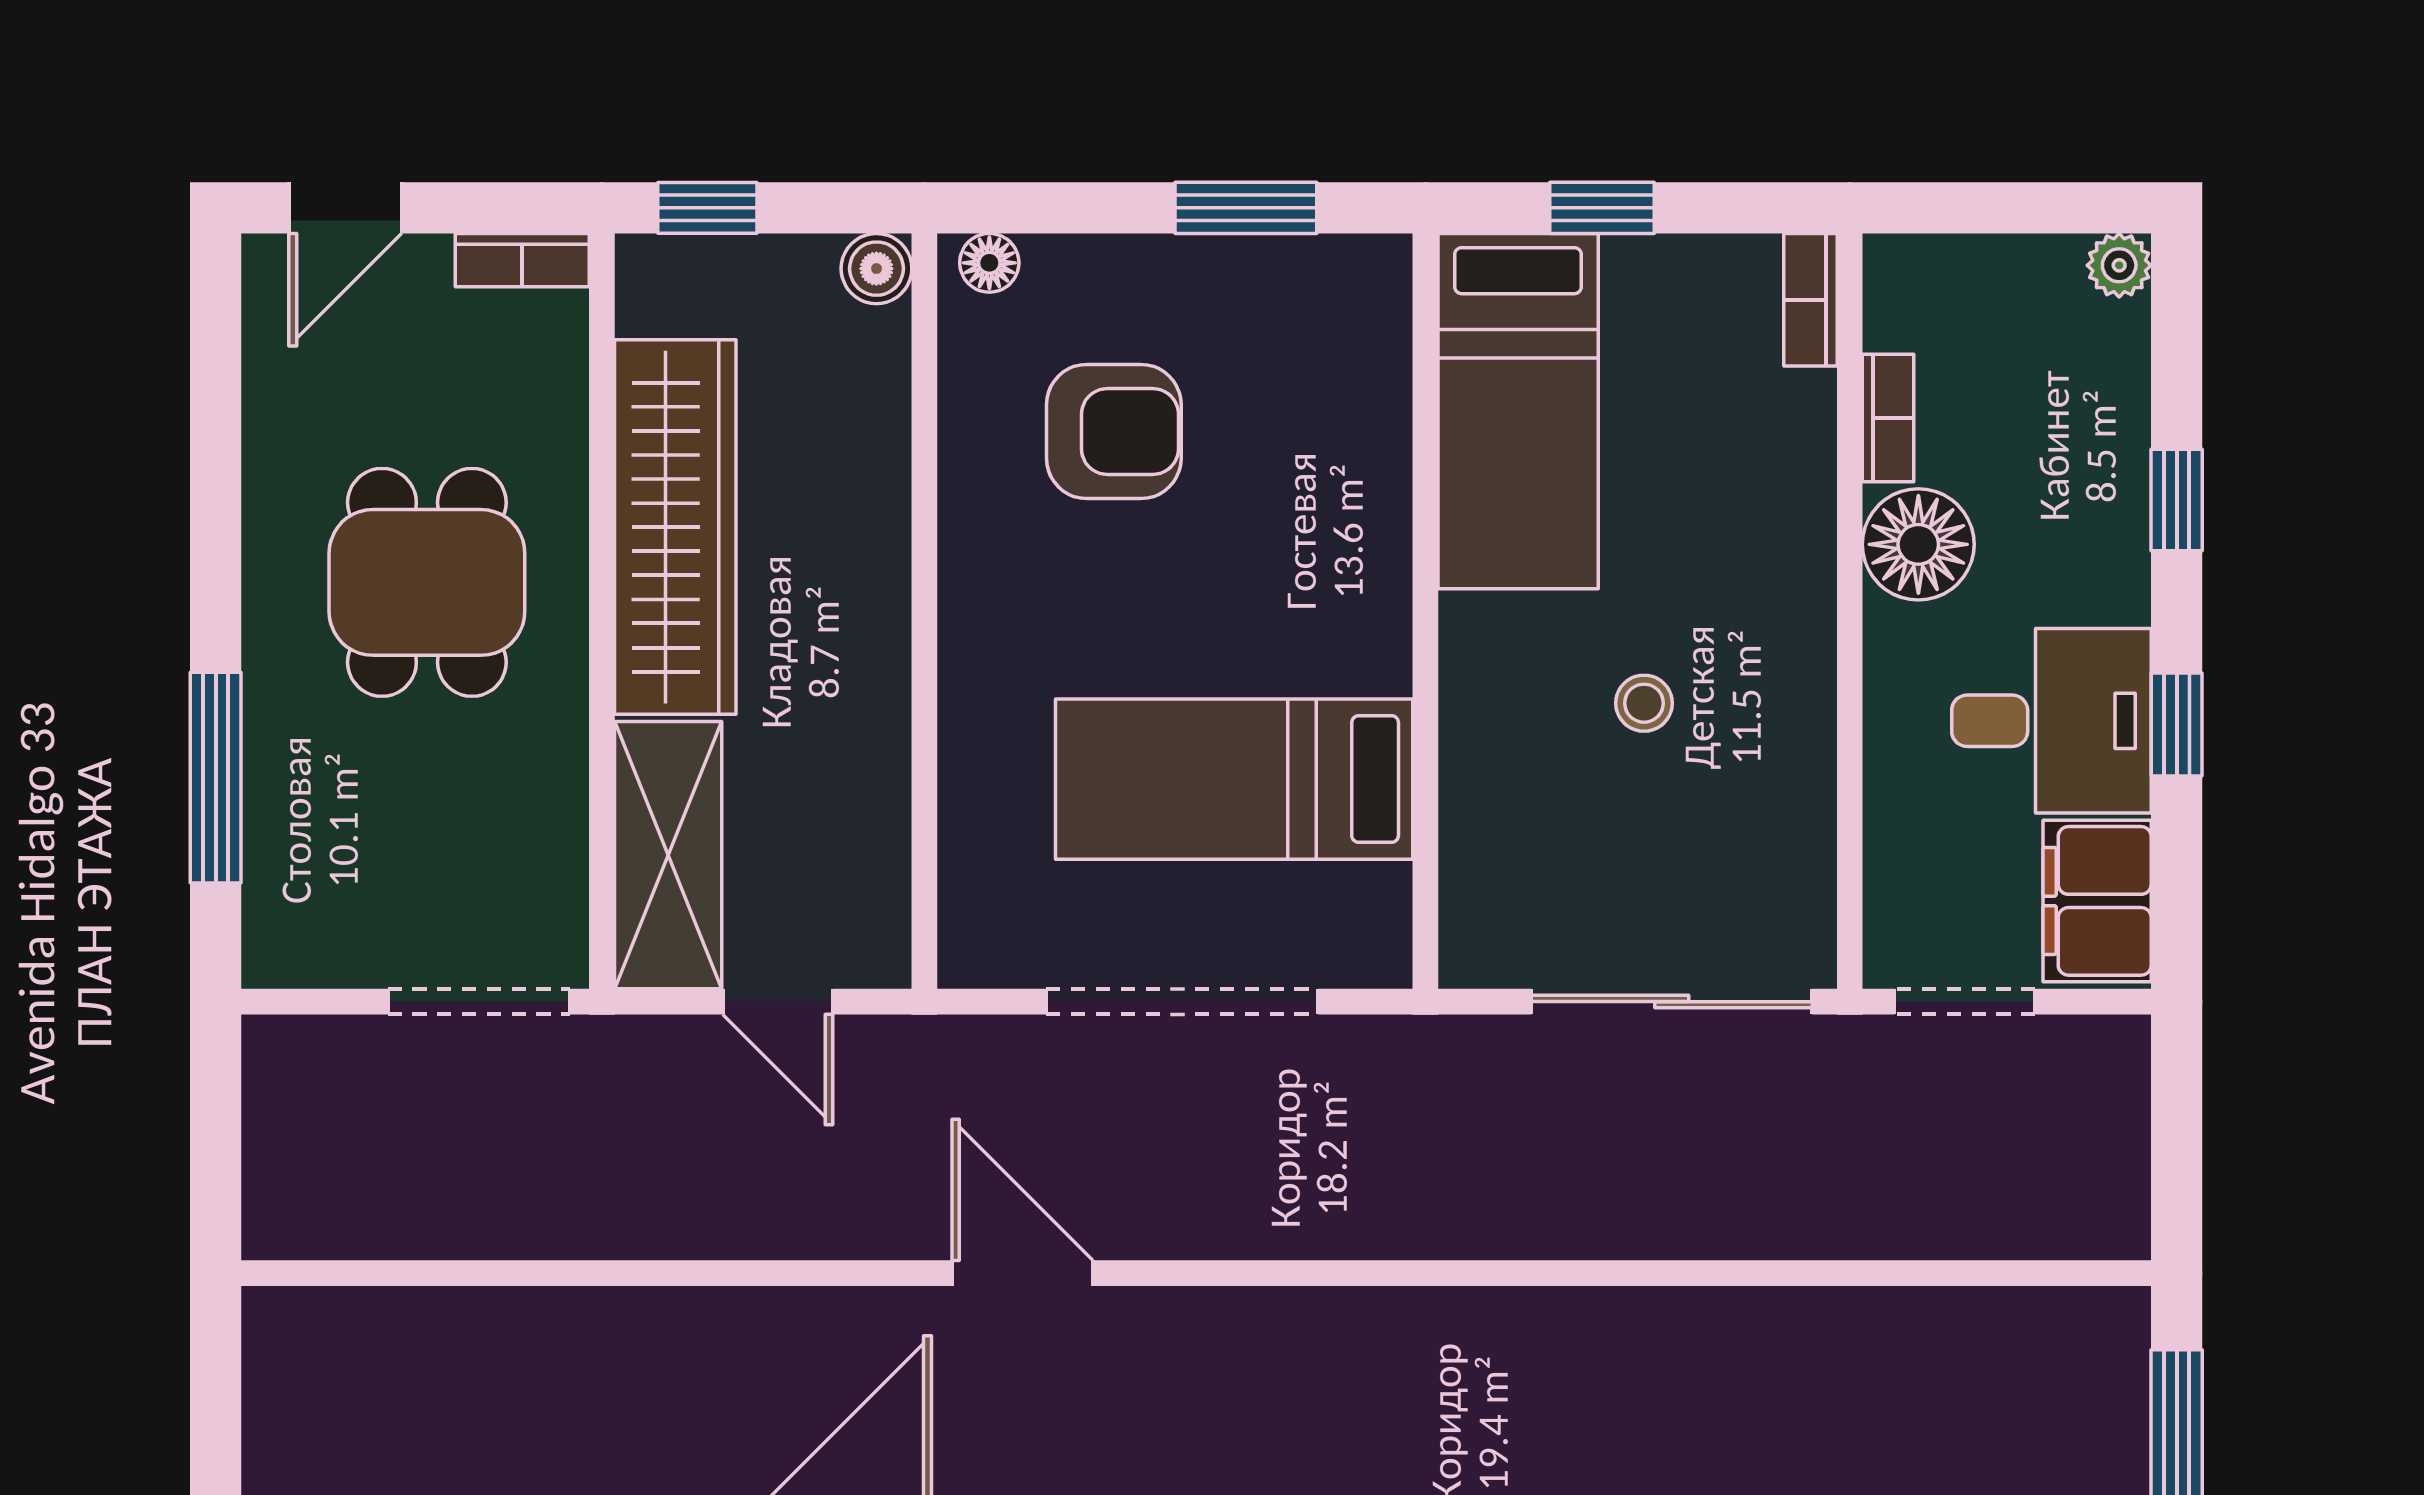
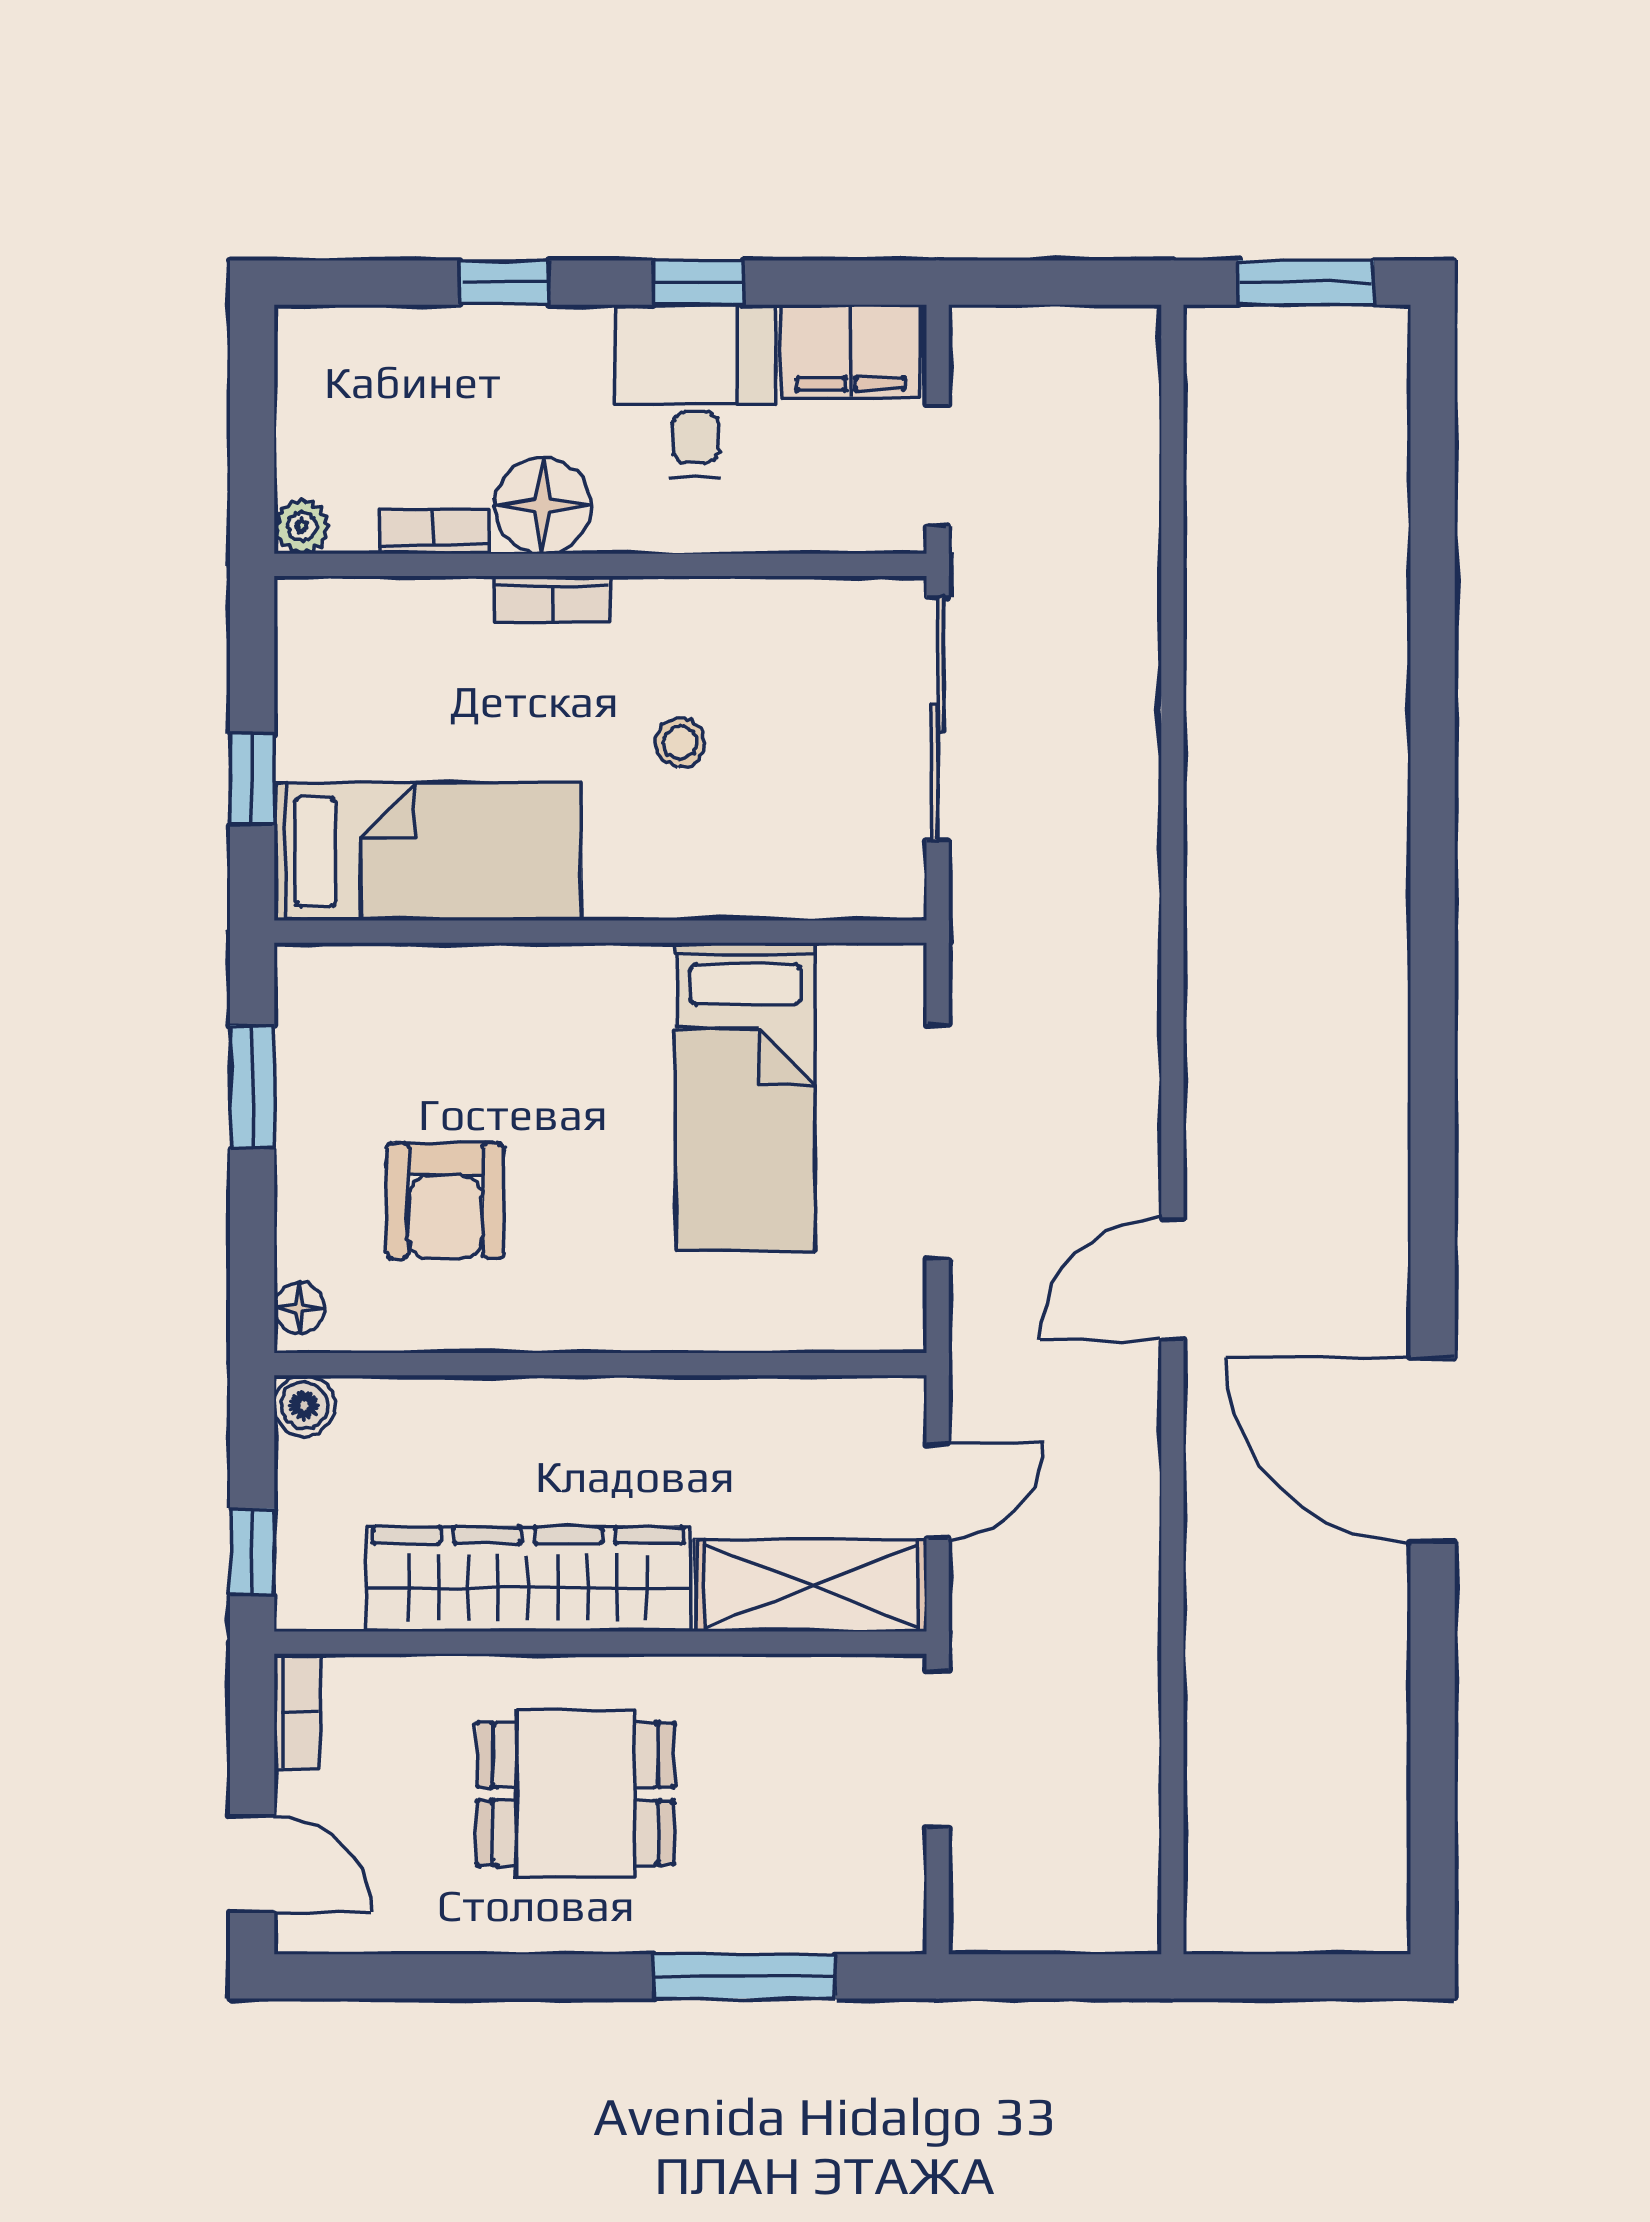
plant: (2119, 265) -> (302, 526), moved
bookcase: (1810, 300) -> (552, 599), moved
armchair: (1114, 432) -> (445, 1201), turned 180

